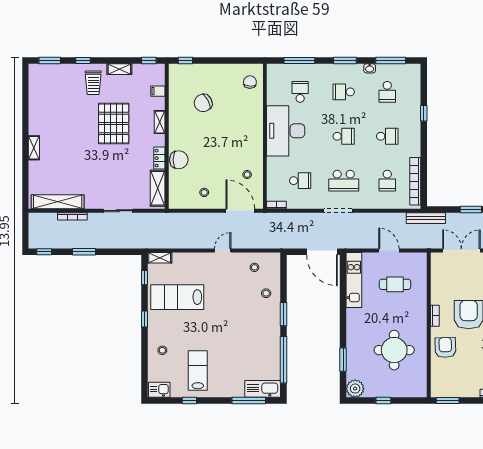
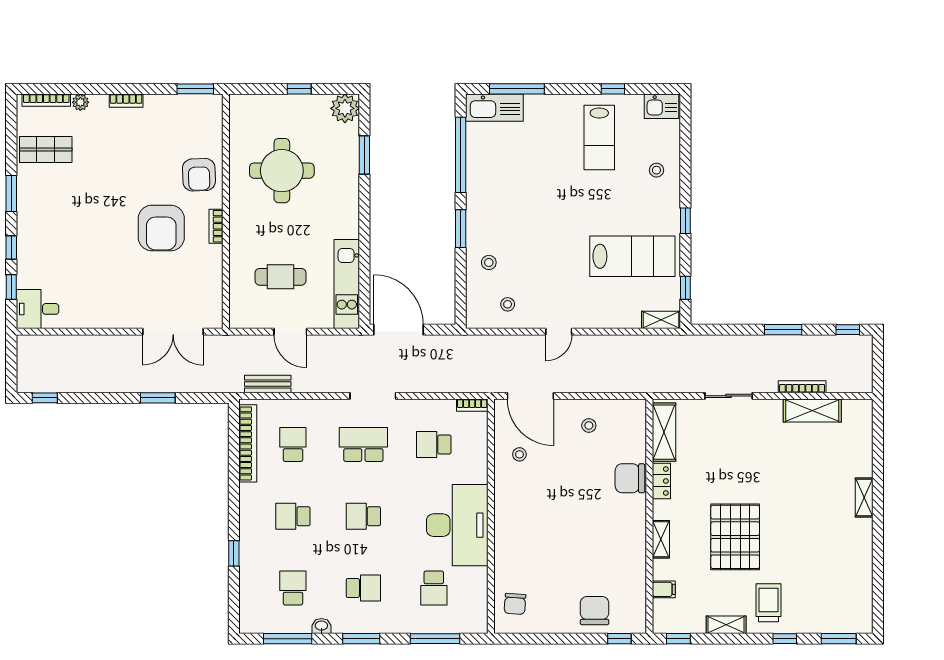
chair: (203, 103) -> (595, 611), moved, turned -62
shelving: (58, 202) -> (812, 410), width x0.68
bench: (426, 218) -> (268, 384), moved, width x0.73

